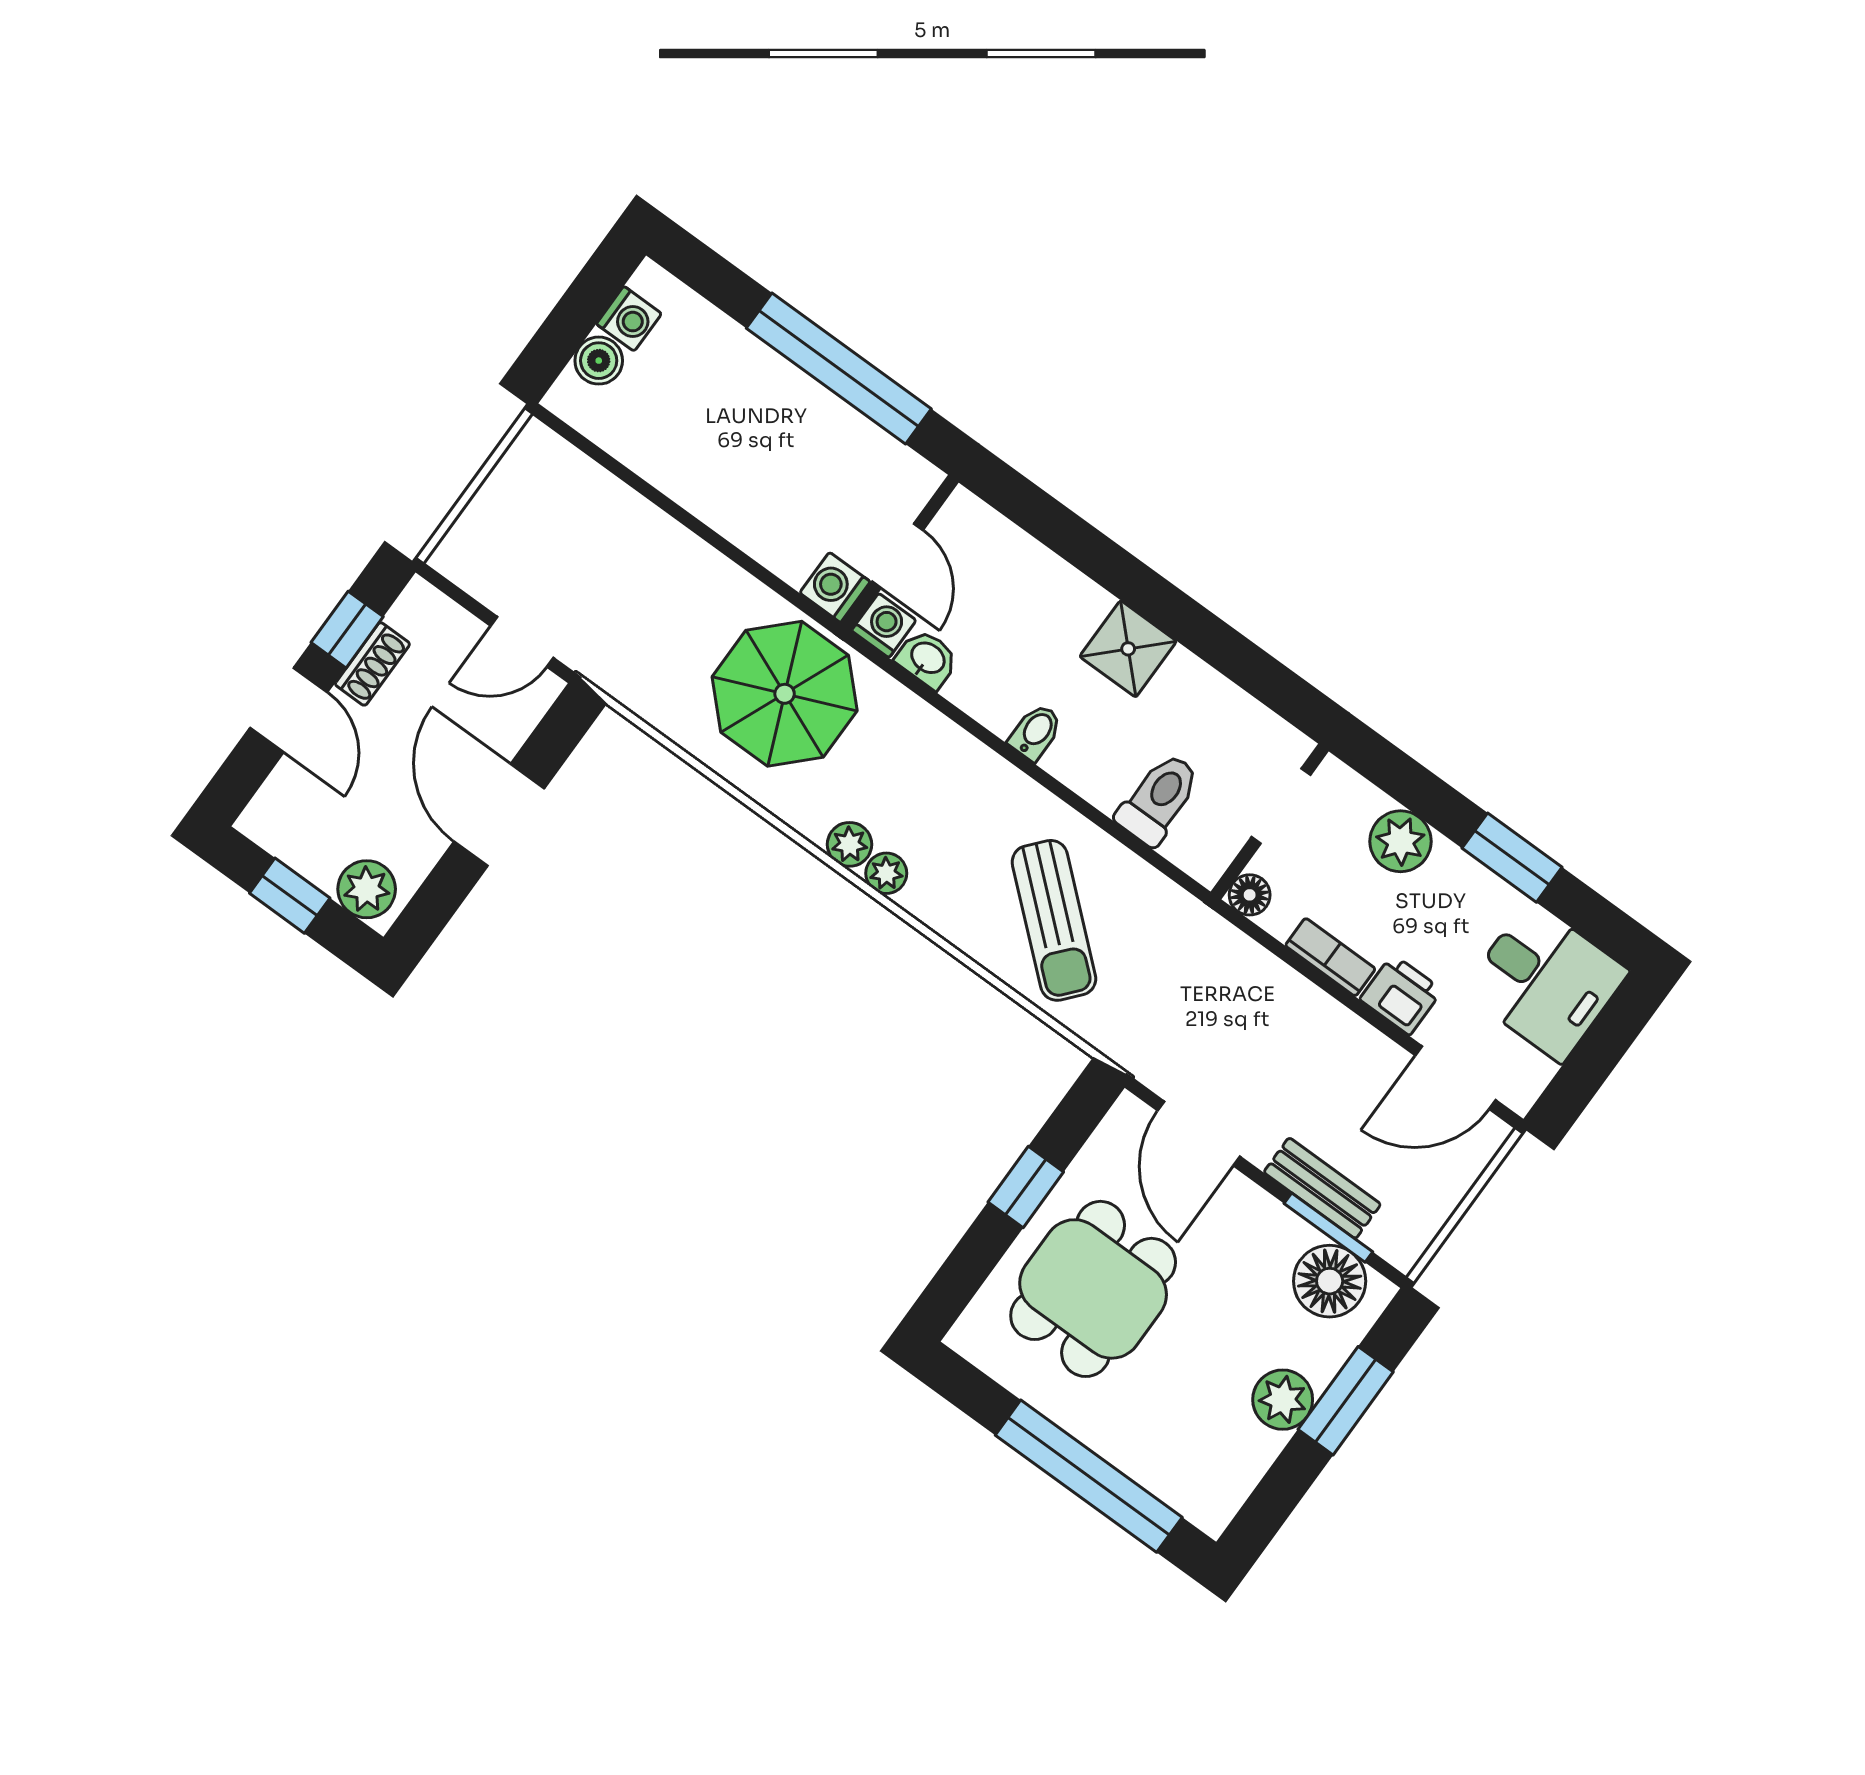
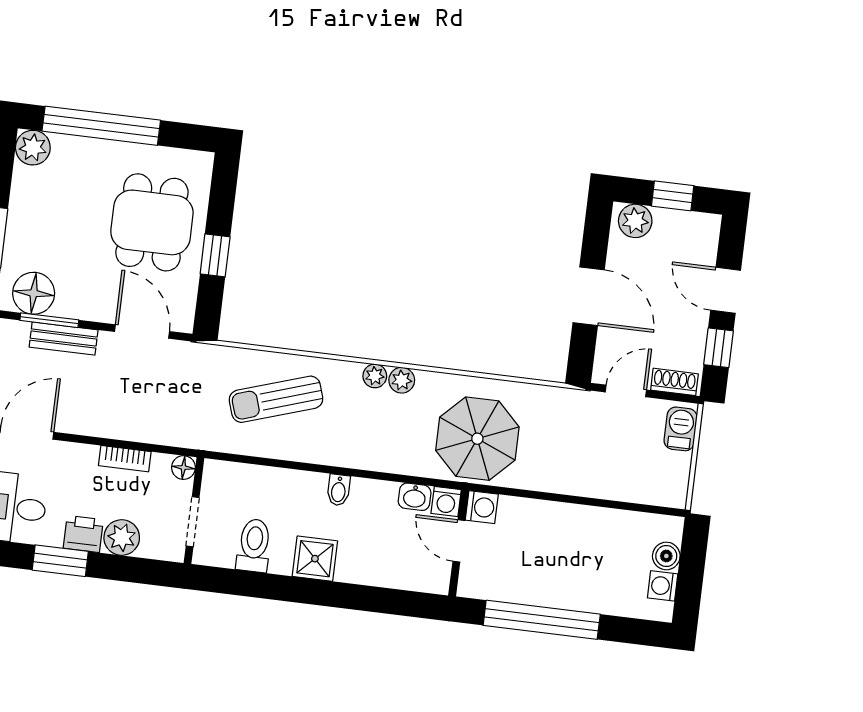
barbecue: (472, 539) -> (681, 429), added
shoe rack: (372, 664) -> (674, 382), moved, turned 90
toilet: (1159, 799) -> (254, 546), moved, turned 180
sun lounger: (1054, 920) -> (276, 399), turned -59
printer: (1401, 995) -> (83, 534), moved, turned 180
plant: (1283, 1400) -> (33, 148), moved

